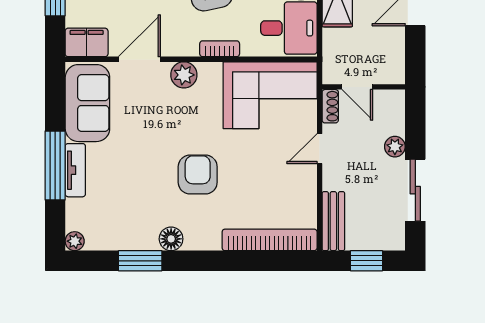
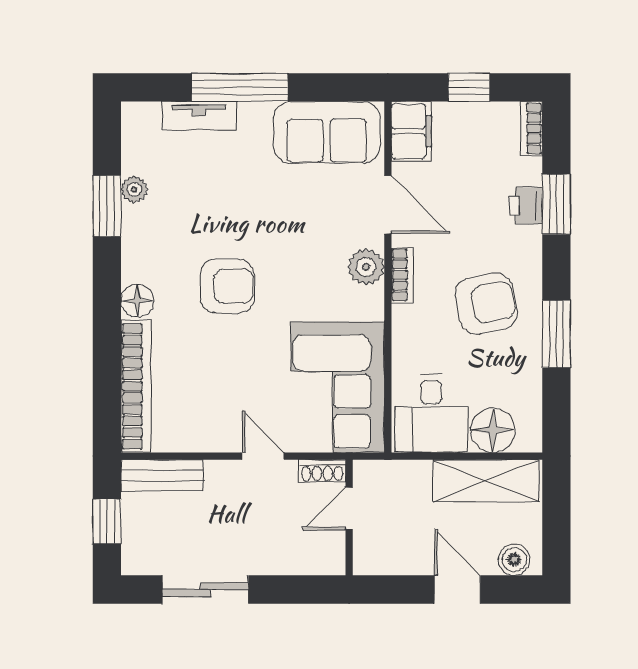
bookcase: (220, 49) -> (402, 275), moved
plant: (395, 147) -> (266, 561), removed
tv unit: (75, 170) -> (199, 116), moved
floor lamp: (171, 239) -> (137, 301), moved
plant: (75, 241) -> (134, 189), moved

